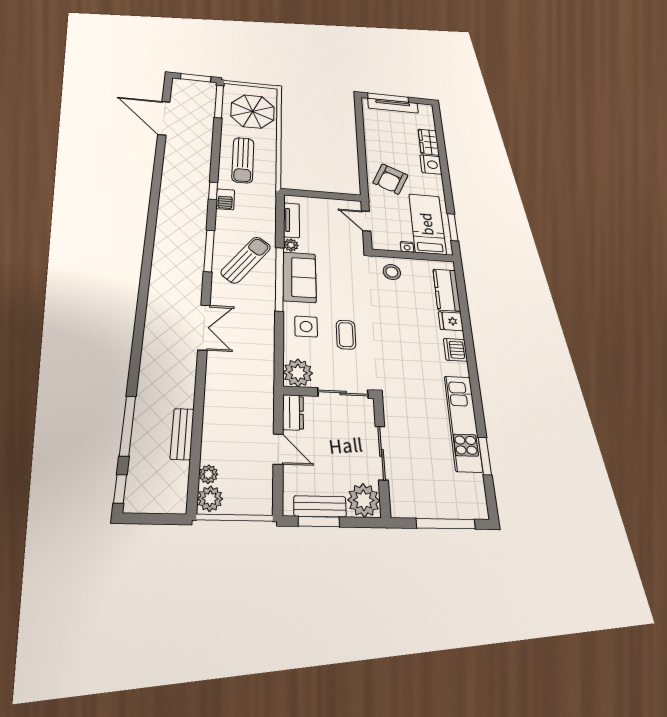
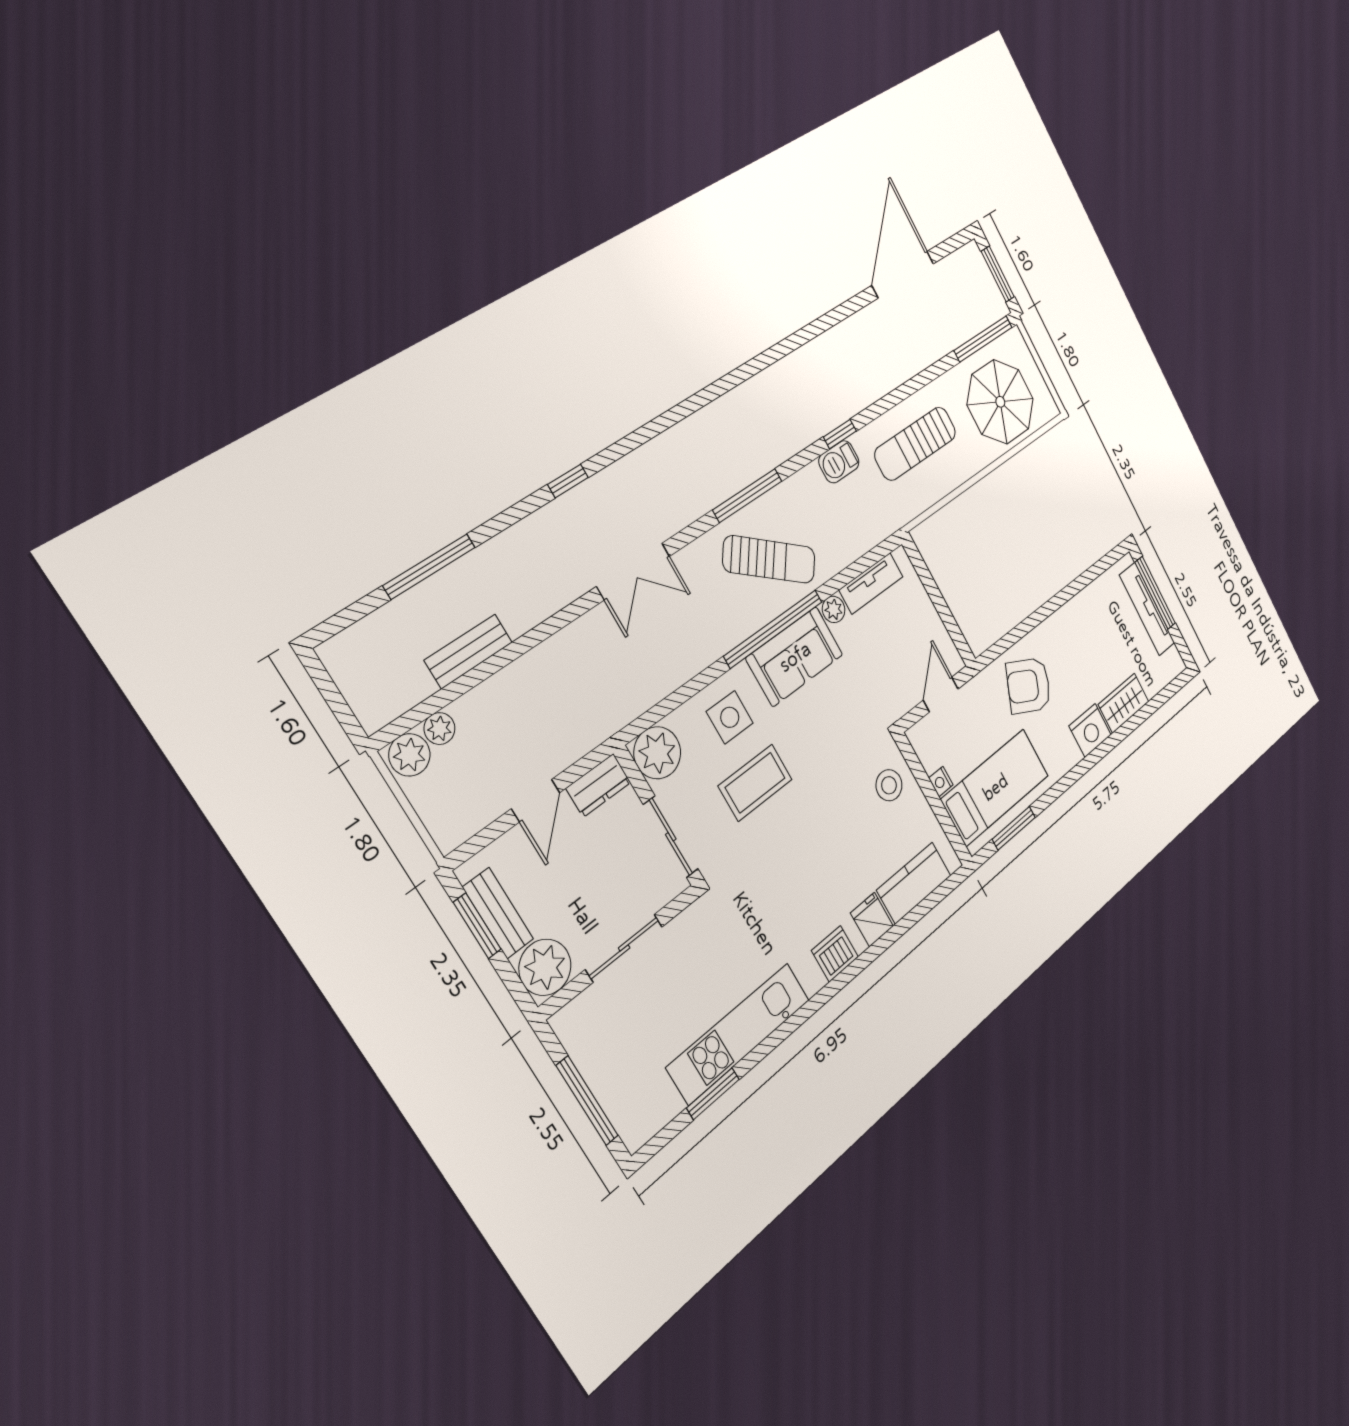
coffee table: (346, 335) -> (755, 783), width x1.36, depth x1.30
window: (120, 489) -> (568, 481), moved

